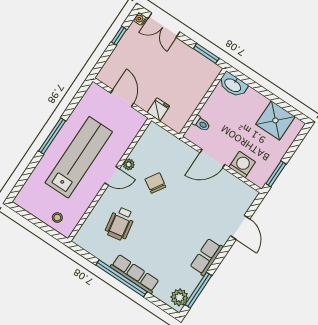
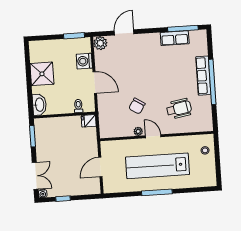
fridge: (158, 109) -> (89, 121), moved
shower: (275, 120) -> (42, 74), moved
row of seats: (207, 257) -> (175, 38), moved
plant: (179, 297) -> (100, 43), moved

